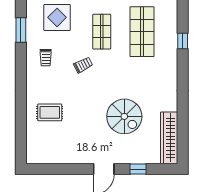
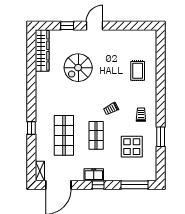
rug: (50, 112) -> (138, 71), turned 90
spiral stairs: (124, 116) -> (78, 68), turned -90

